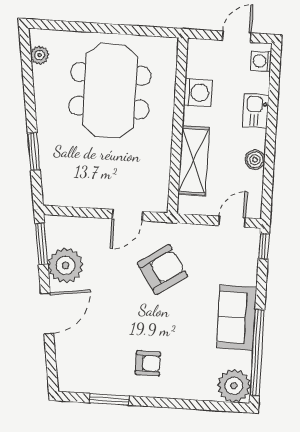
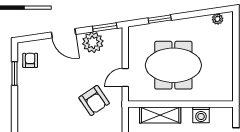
meeting table: (110, 91) -> (173, 65), moved
door: (127, 215) -> (125, 78), hinge flipped
armchair: (148, 363) -> (30, 60), moved, turned 180

